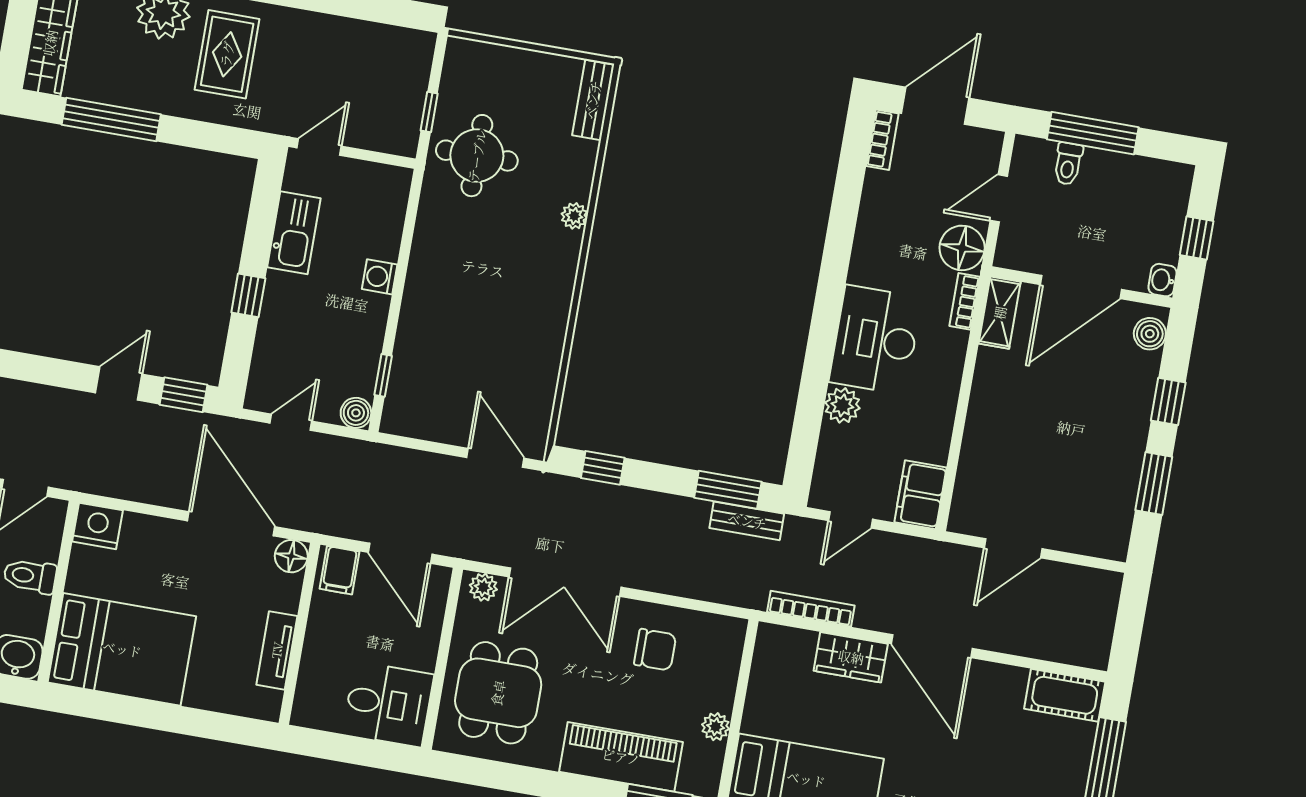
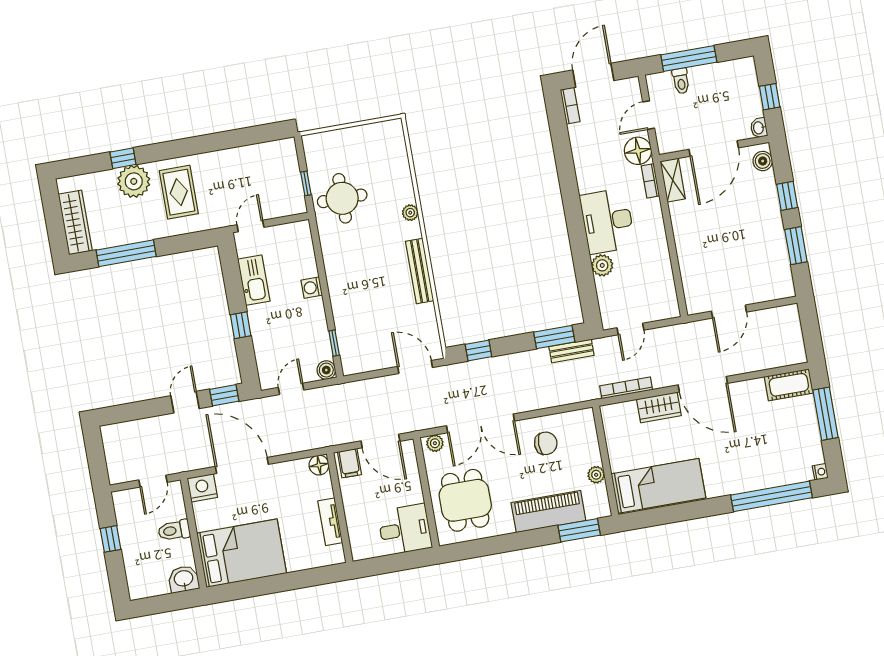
bench: (593, 100) -> (420, 271), moved, width x1.36
filing cabinet: (920, 495) -> (665, 300), removed
door: (231, 524) -> (242, 465), moved

